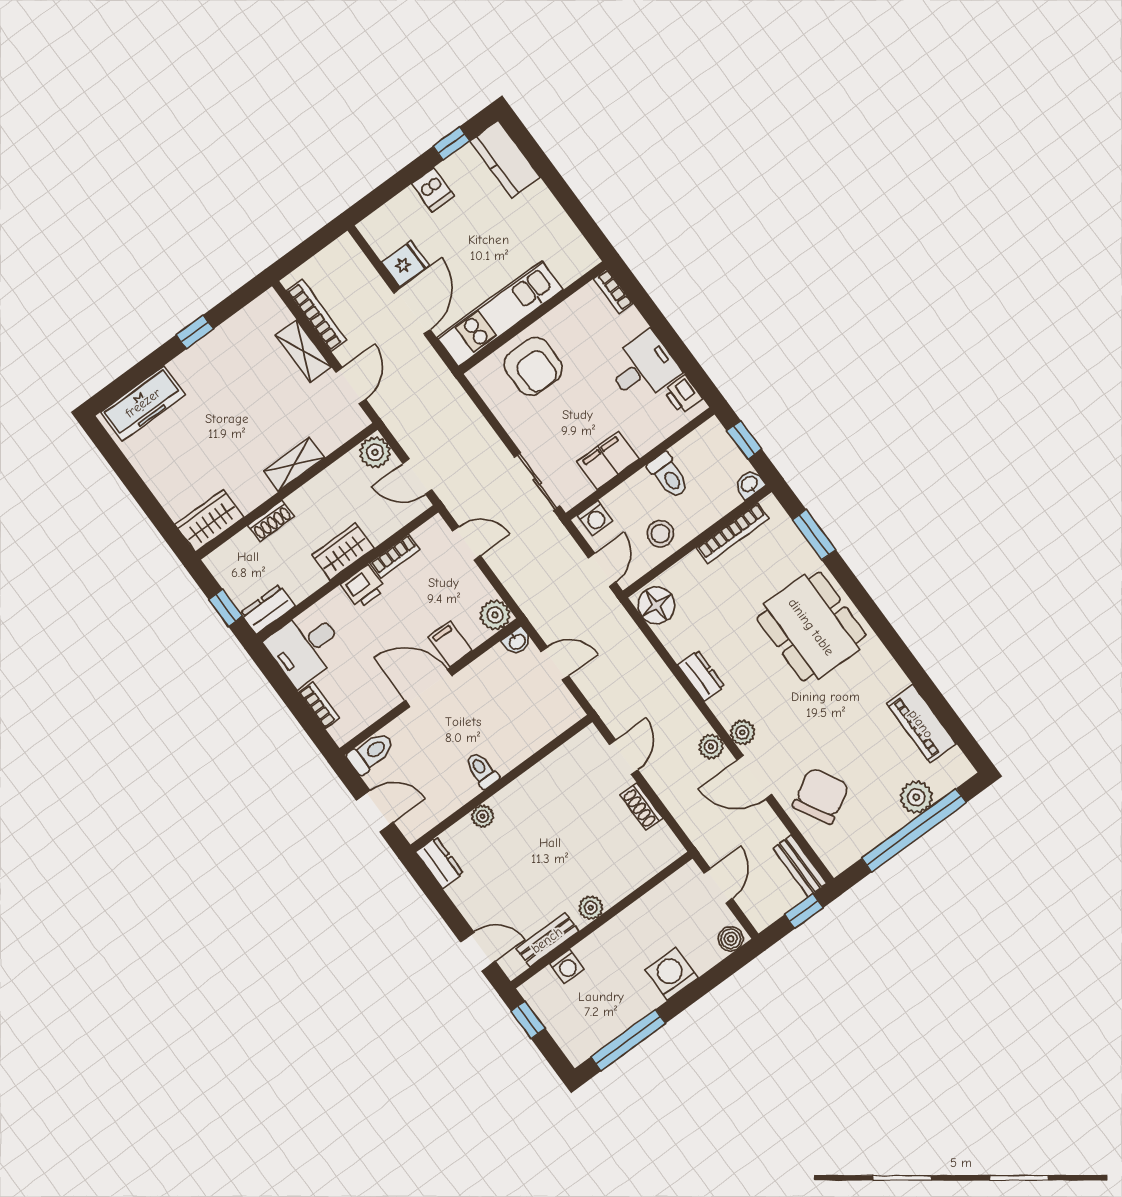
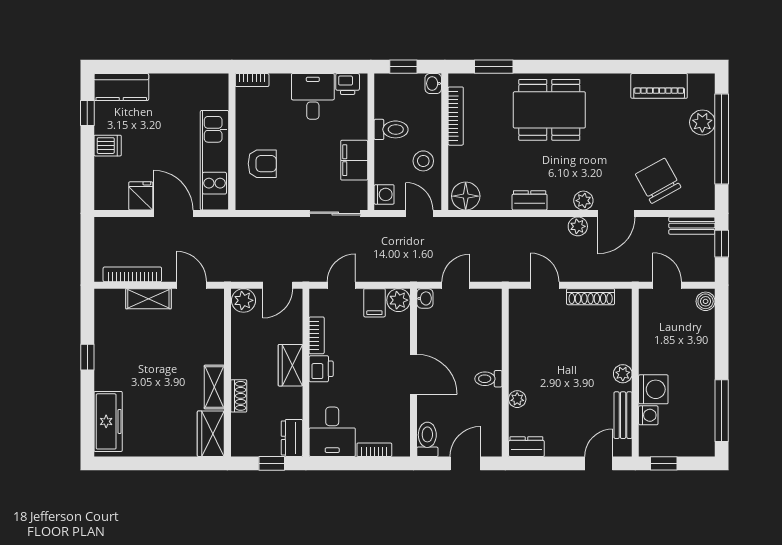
armchair: (533, 366) -> (262, 164), width x0.72, depth x0.72
shelving: (294, 464) -> (214, 387), moved
filing cabinet: (450, 644) -> (374, 303), moved, turned -90
door: (429, 688) -> (413, 374), swing flipped
shoe rack: (641, 807) -> (591, 297), width x1.43
washing machine: (672, 974) -> (653, 389), moved, turned 180

